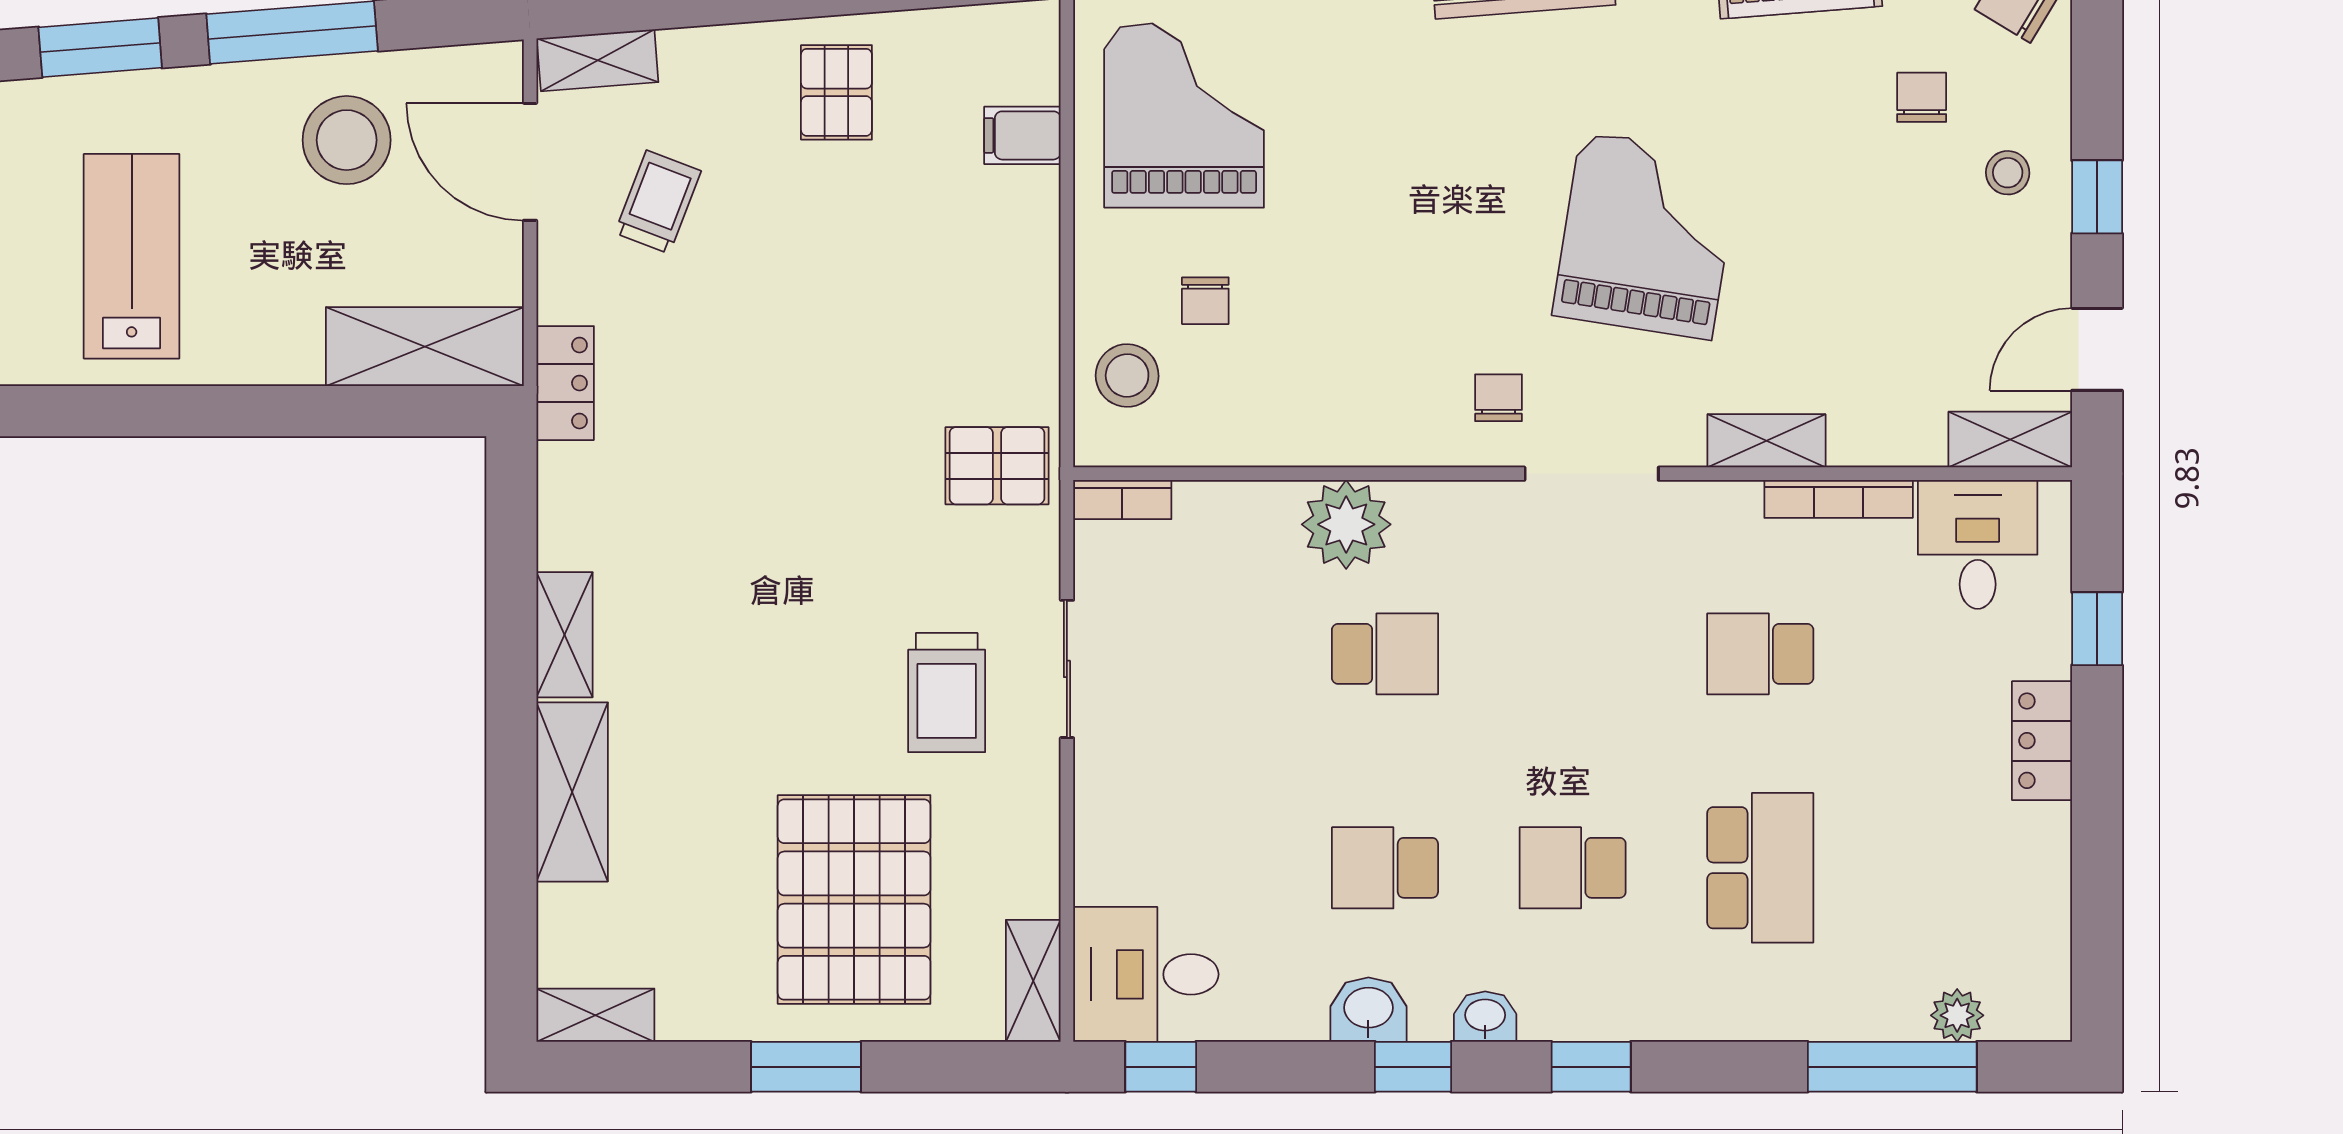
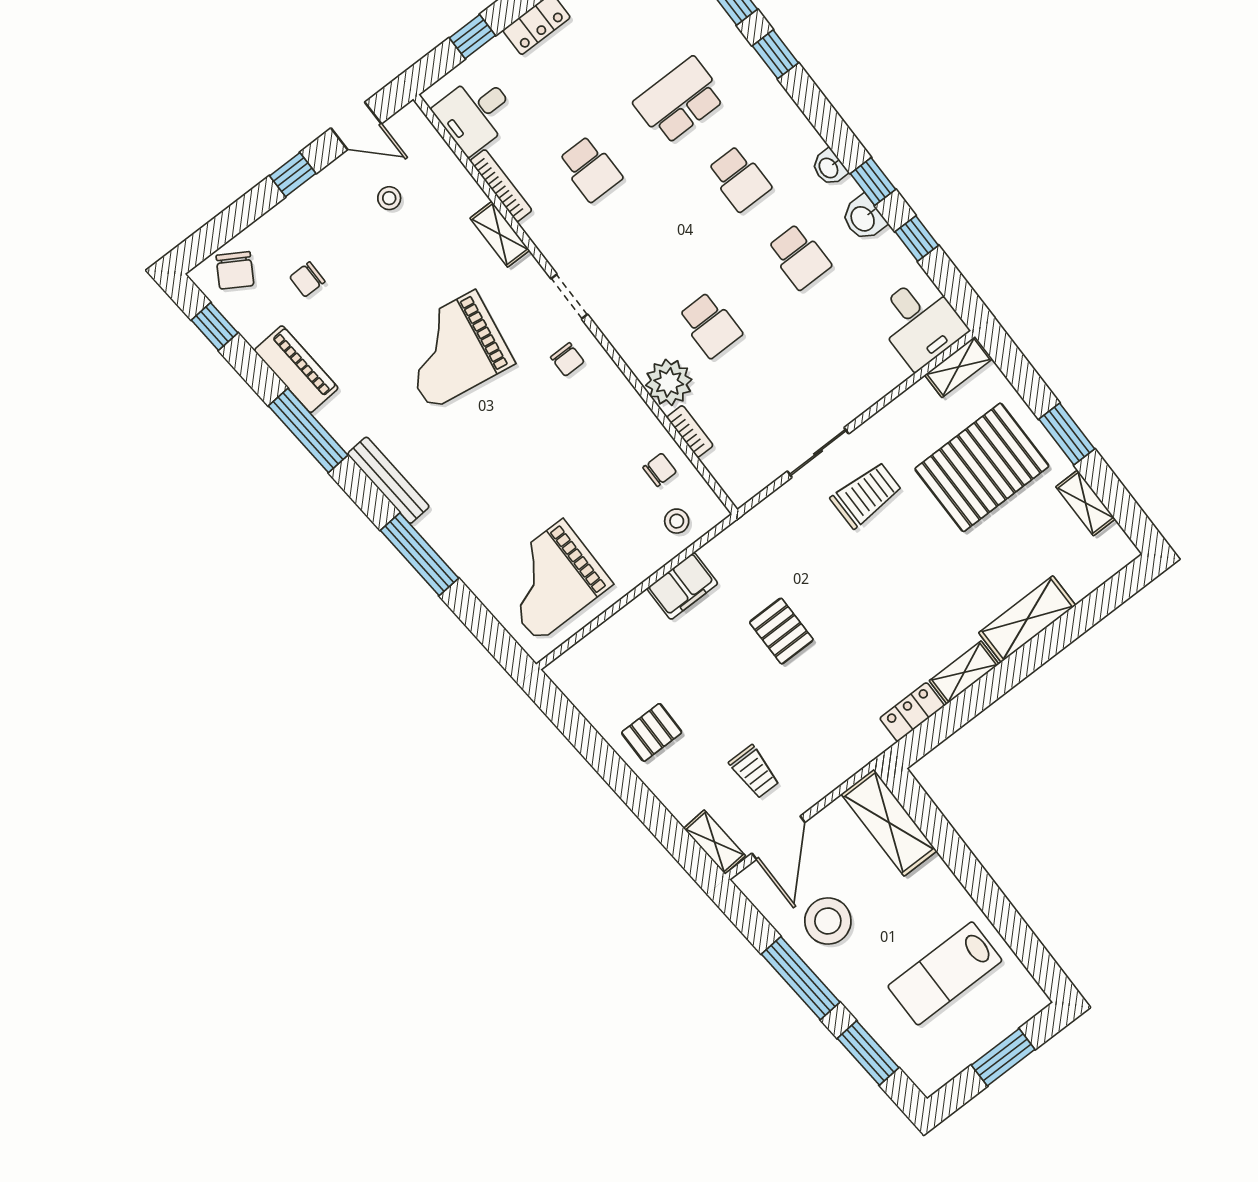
filing cabinet: (1022, 135) -> (682, 586), moved, width x2.00
stool: (2008, 173) -> (389, 198), moved
trolley: (658, 202) -> (754, 772), turned -111
chair: (1205, 301) -> (660, 470), moved
stool: (1127, 375) -> (677, 521), width x0.73, depth x0.73
locker: (565, 383) -> (912, 712), moved
chair: (1499, 398) -> (567, 359), turned -90
shelving: (2010, 440) -> (421, 133), removed
pallet: (997, 466) -> (781, 631), moved
doorway: (1592, 474) -> (569, 296), width x0.73
bookcase: (1122, 500) -> (690, 431), moved
school desk: (1385, 654) -> (710, 325), turned 180
shelving: (595, 1015) -> (1086, 503), moved
window: (1161, 1067) -> (917, 238), moved
window: (1591, 1067) -> (775, 54), moved

